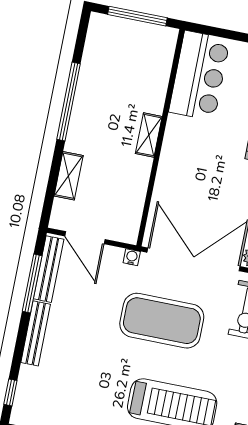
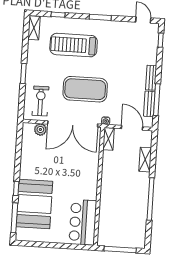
shelving: (149, 135) -> (108, 139), moved
bench: (49, 269) -> (149, 104), width x0.73
bench: (36, 333) -> (151, 78), width x0.73

